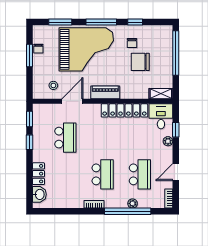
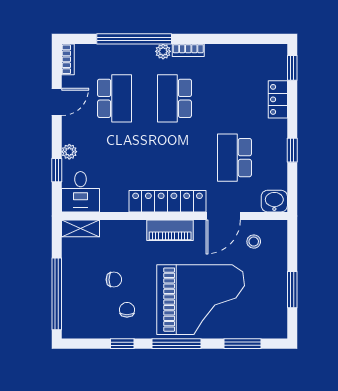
chair: (38, 49) -> (278, 301), removed
grand piano: (86, 49) -> (201, 300), turned 180
chair: (140, 62) -> (114, 280), width x0.54, depth x0.54
locker: (124, 110) -> (168, 201), moved
window: (29, 119) -> (292, 68), moved
school desk: (140, 174) -> (115, 98), turned 180
washbasin: (39, 194) -> (274, 201), moved, turned 90
plant: (133, 203) -> (163, 51), moved

